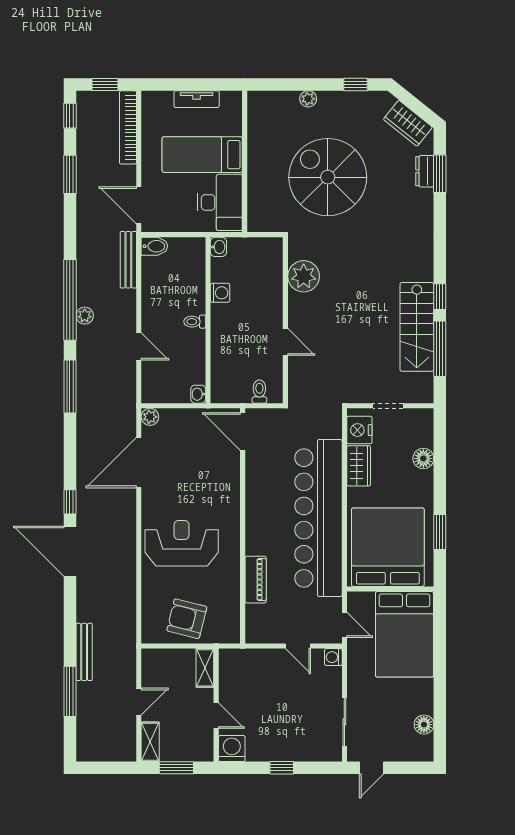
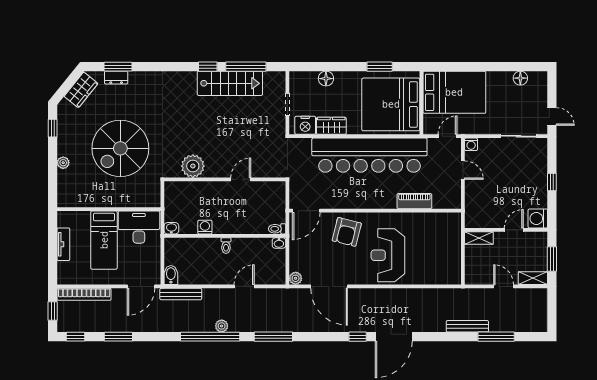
toilet: (259, 392) -> (277, 229), moved
armchair: (187, 619) -> (347, 232), moved
door: (298, 646) -> (463, 170), hinge flipped

